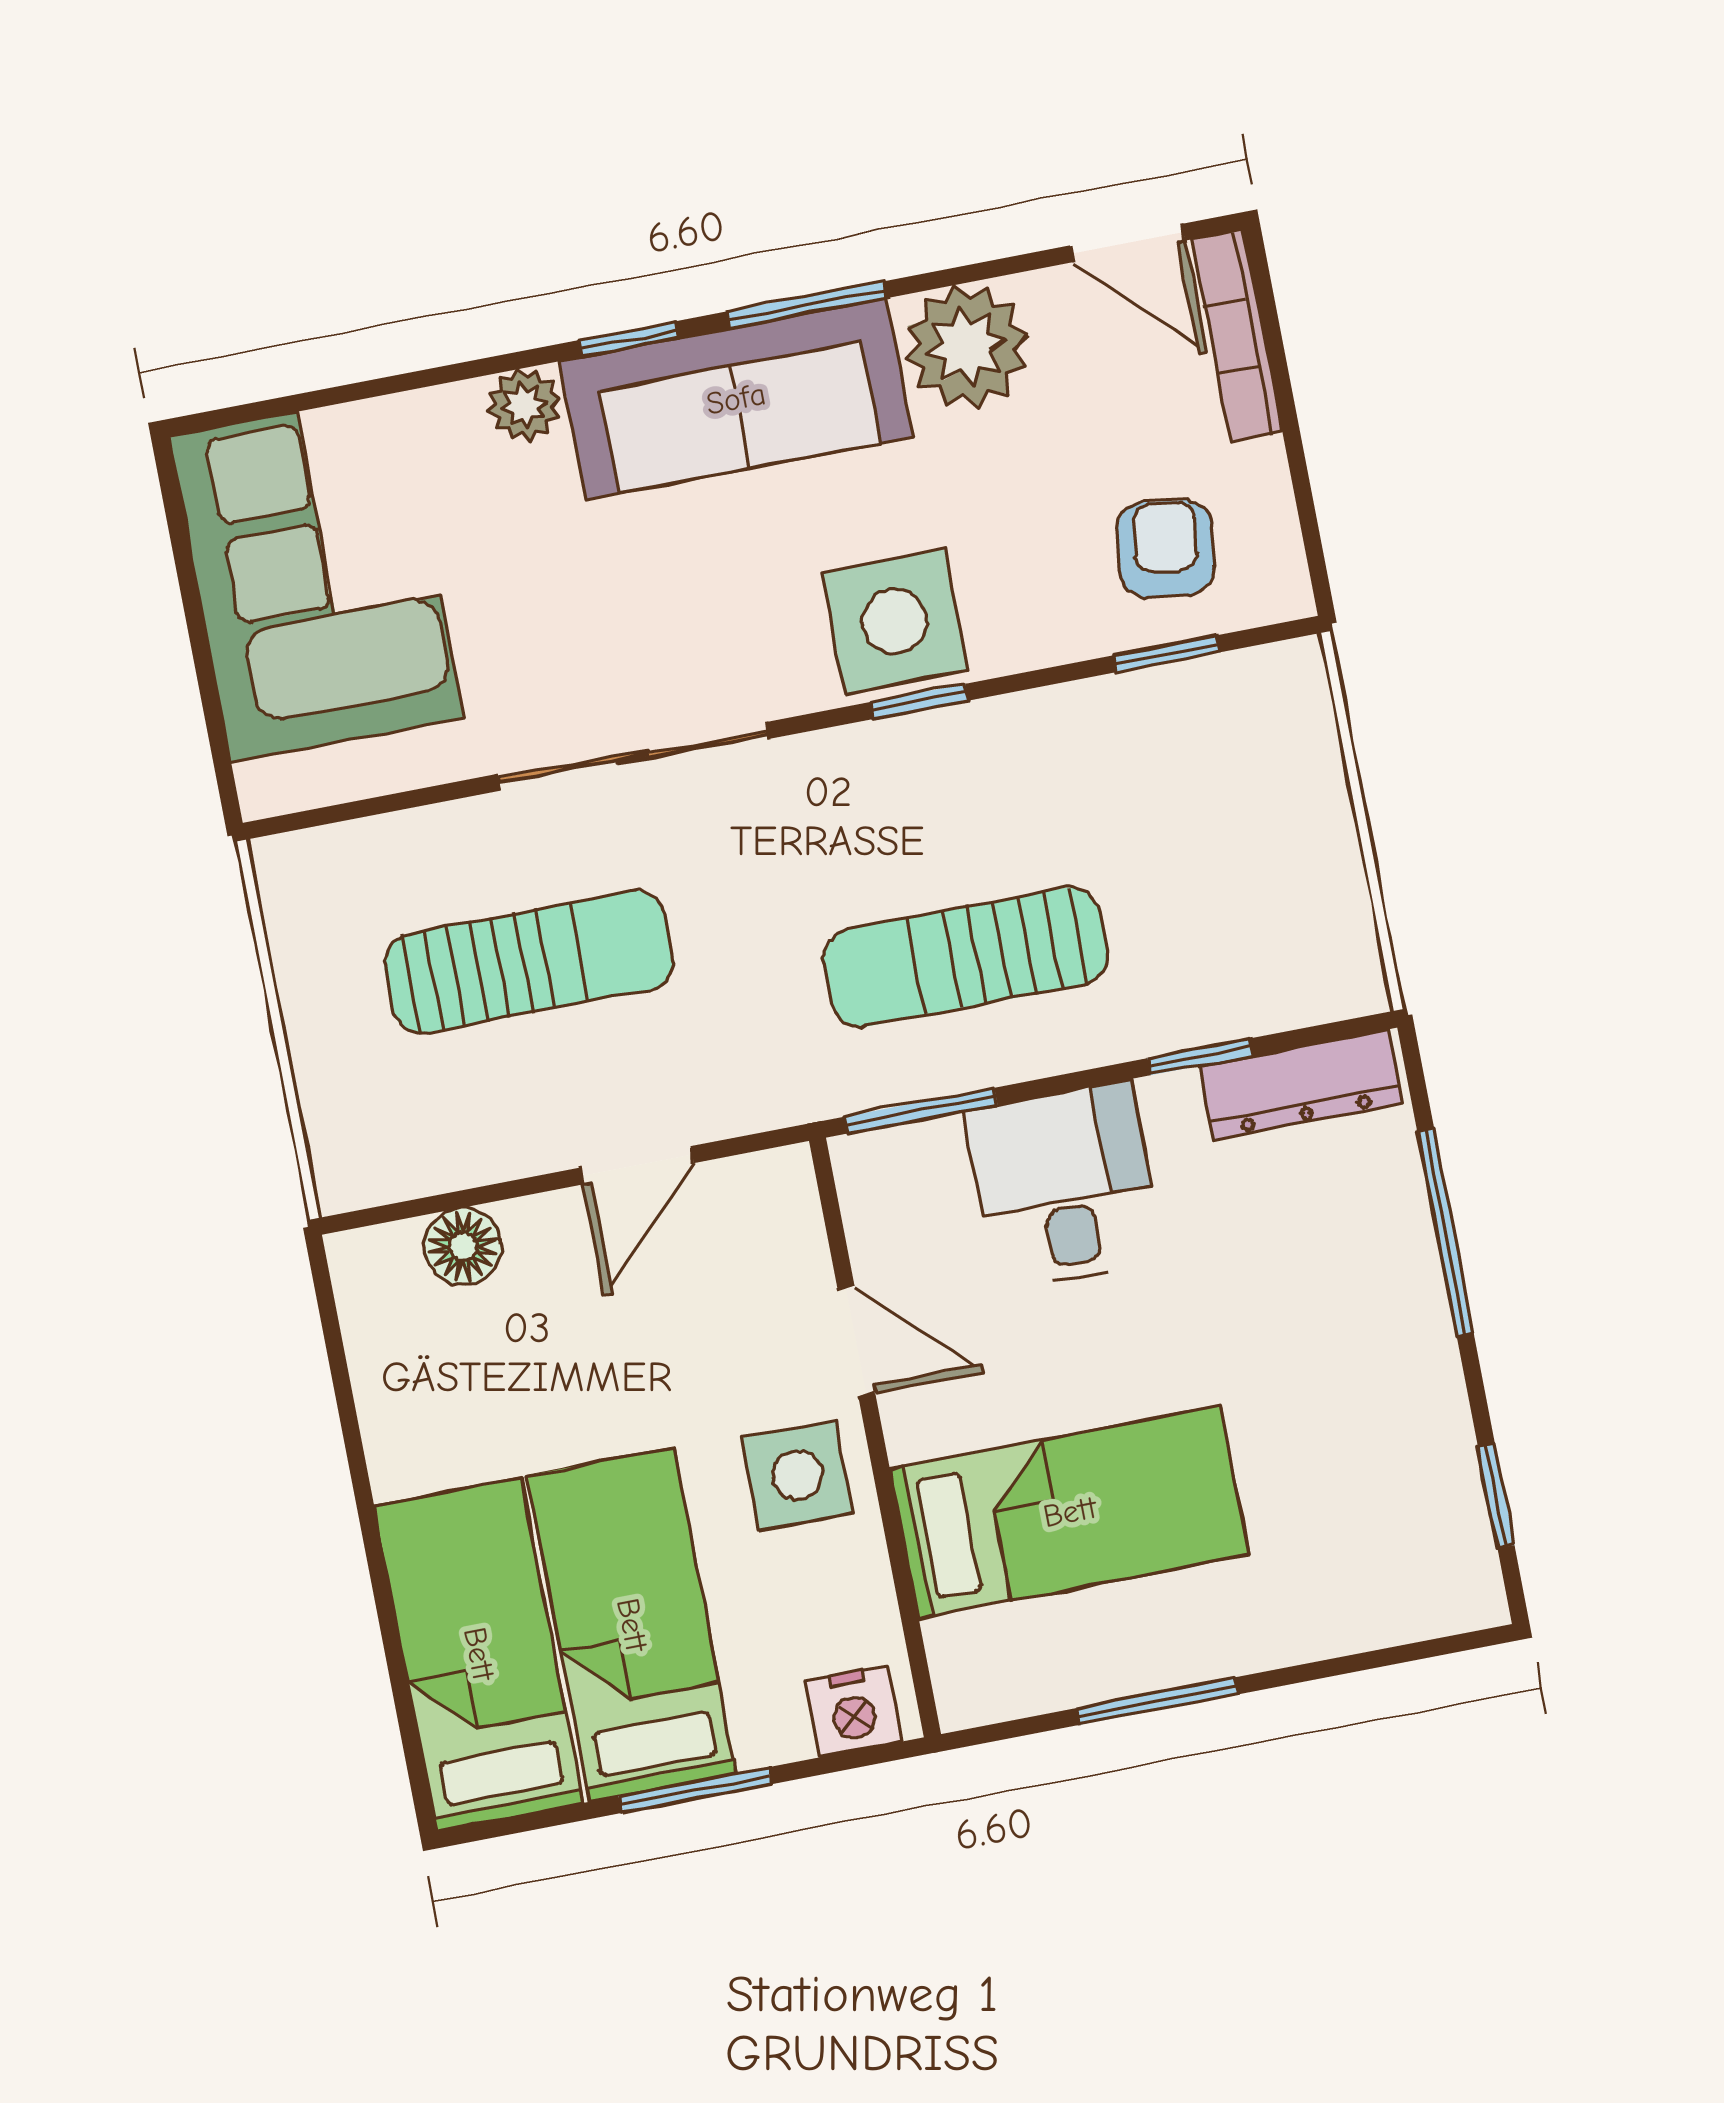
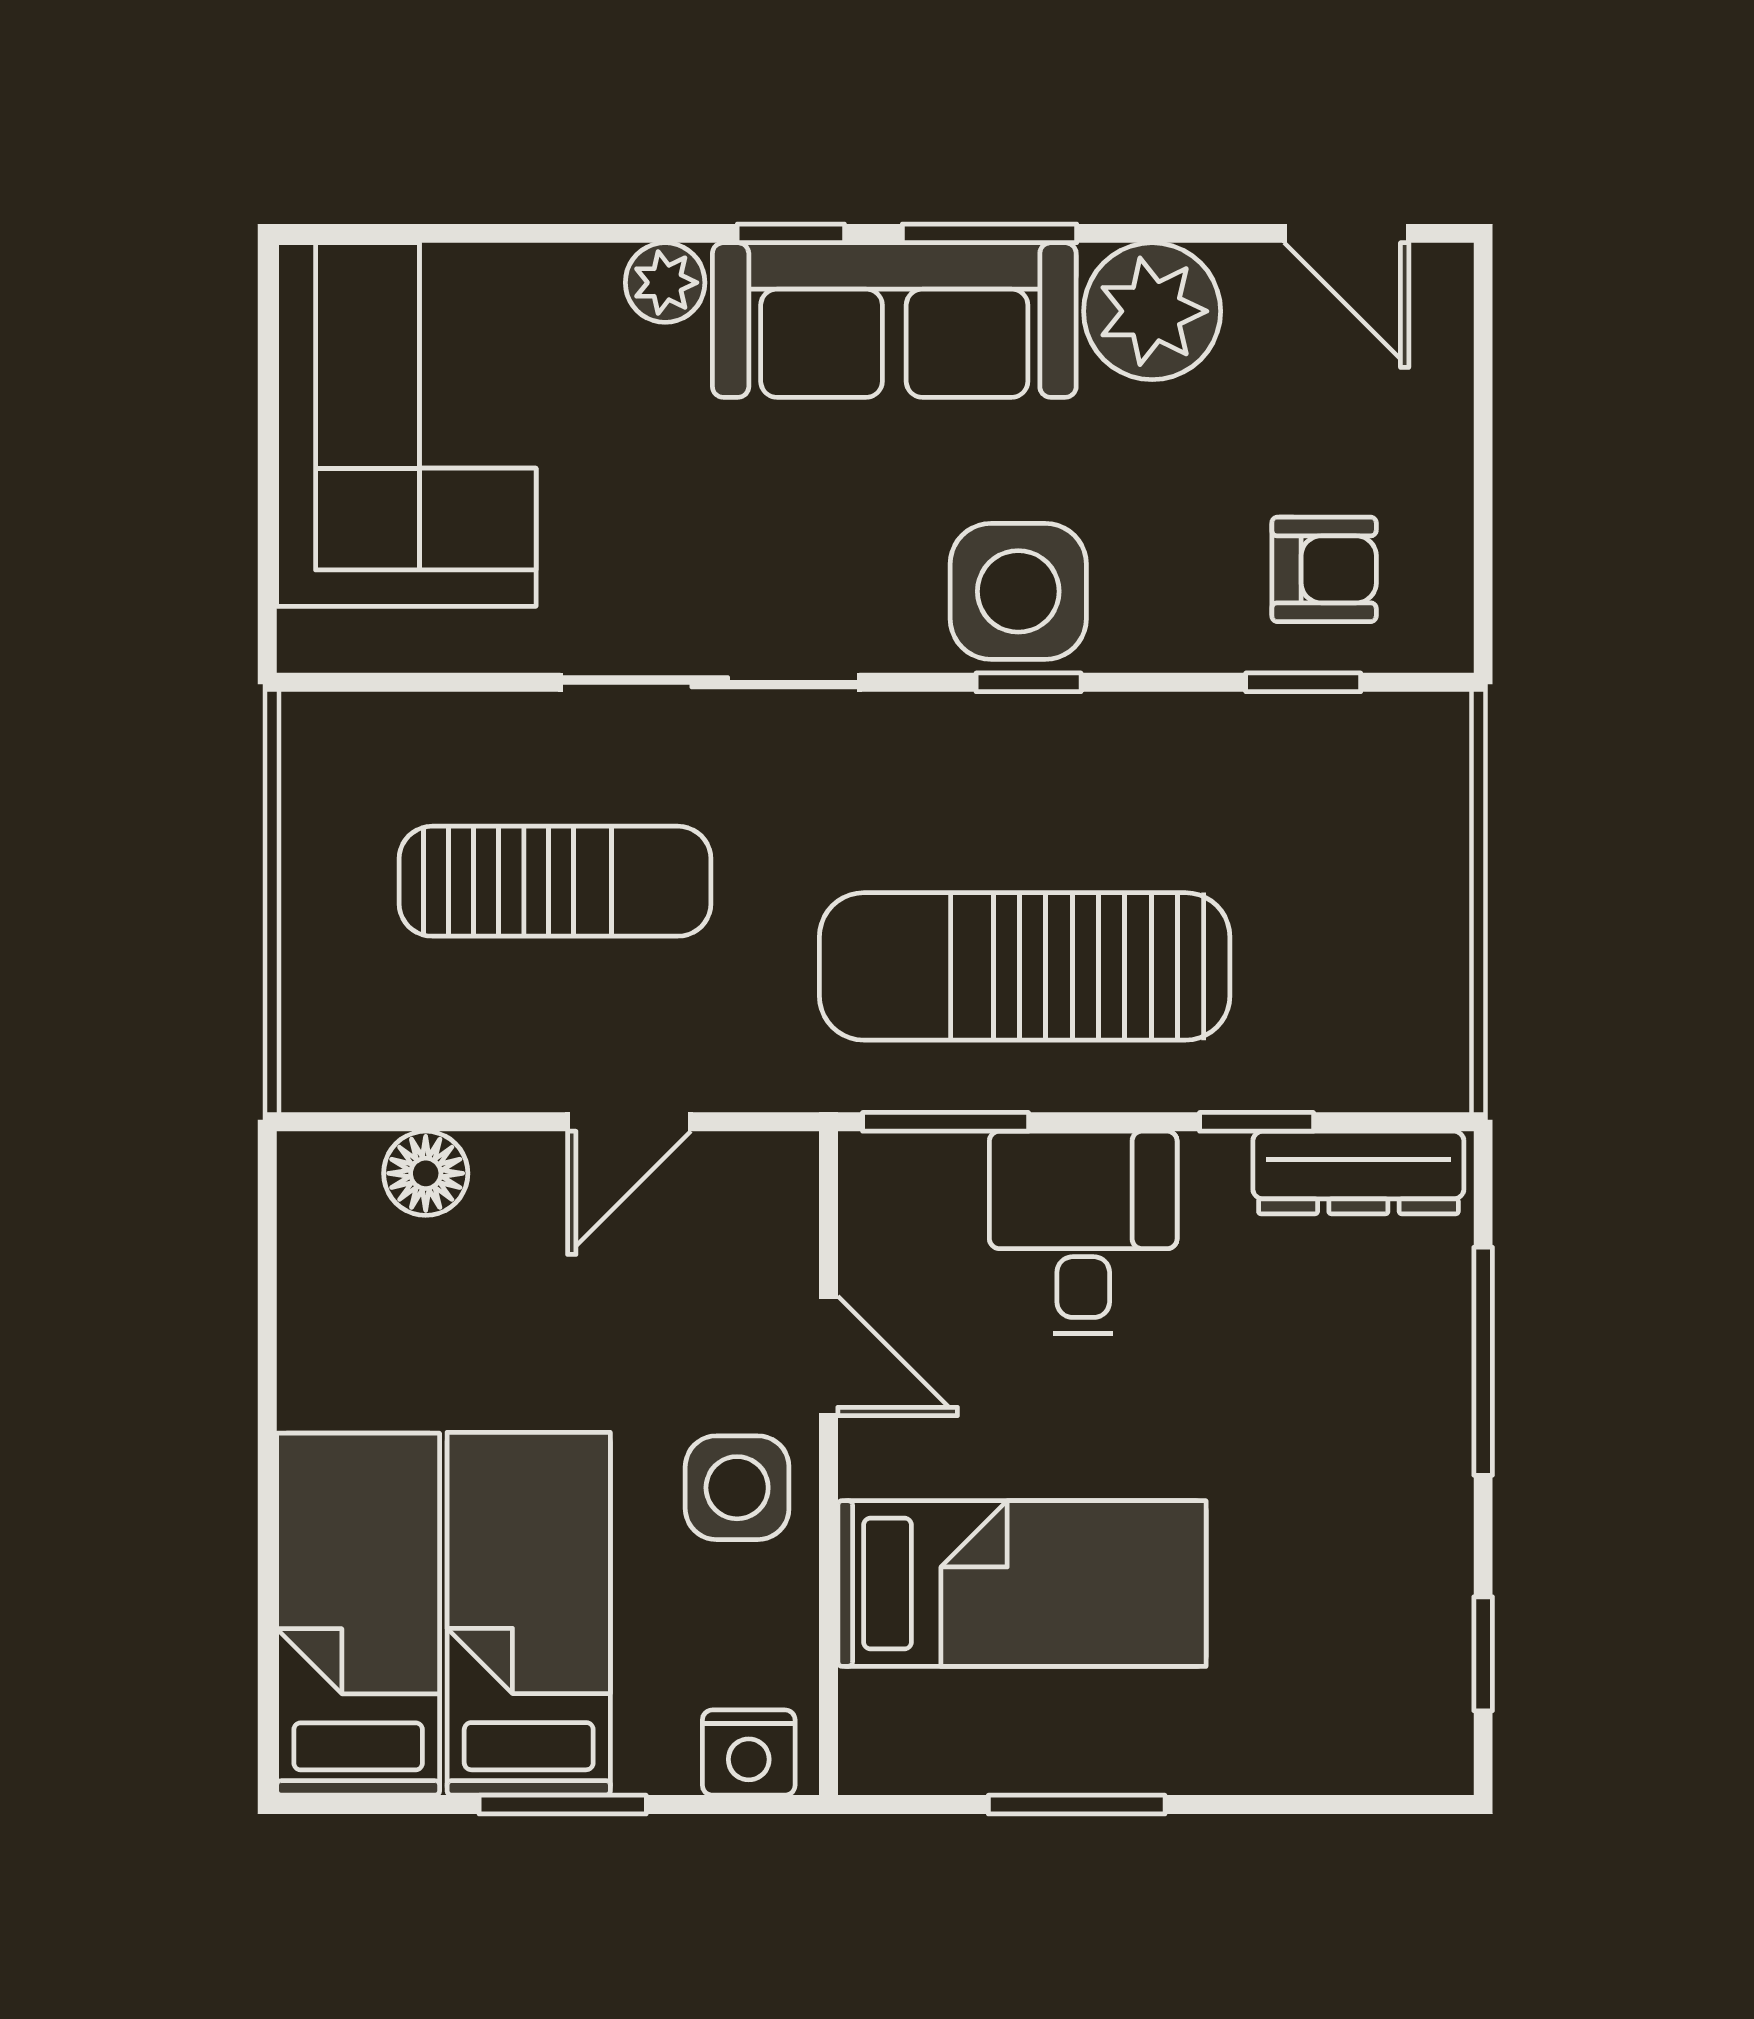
bookcase: (1237, 336) -> (1445, 355), removed
armchair: (1166, 549) -> (1324, 569), turned 82
sun lounger: (965, 957) -> (1025, 966), width x1.36, depth x1.34

